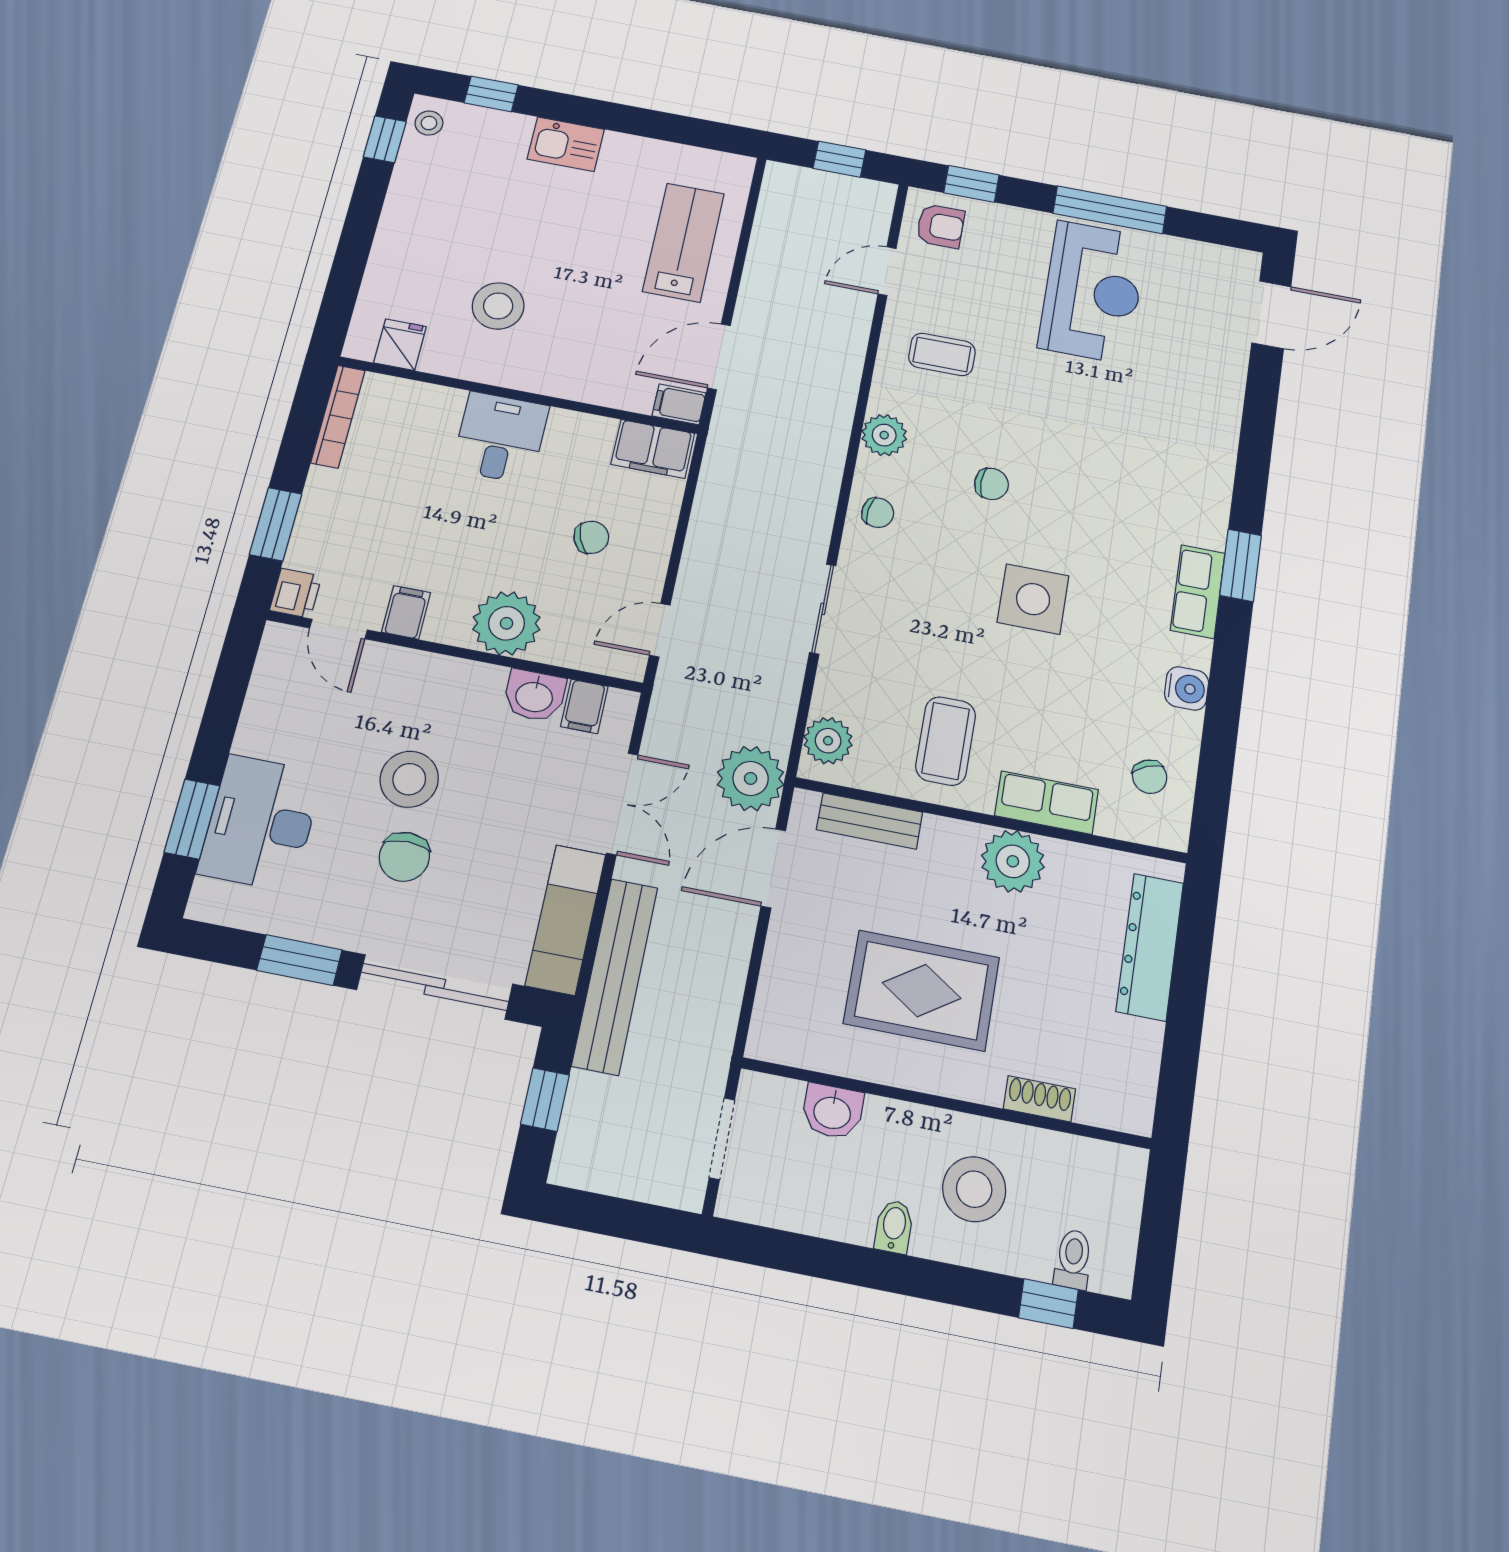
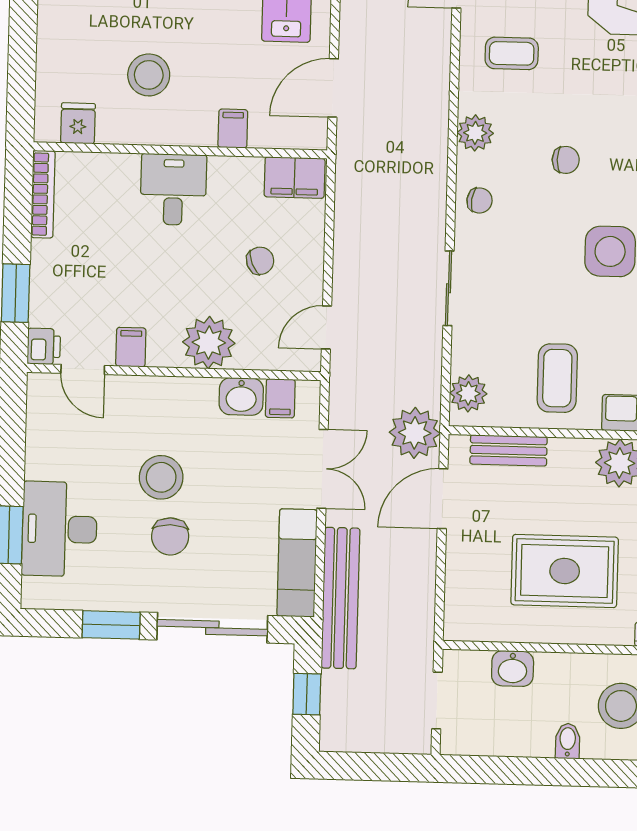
filing cabinet: (679, 404) -> (233, 129), moved, turned 90

